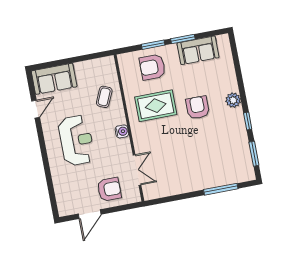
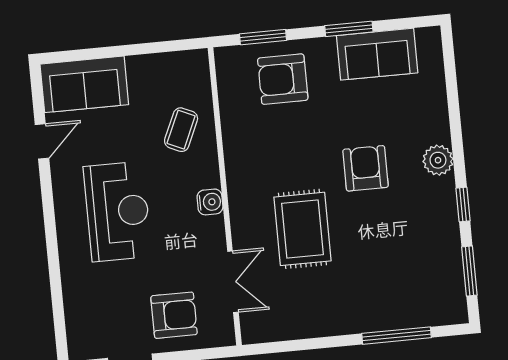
window: (153, 45) -> (263, 37), moved
rug: (156, 106) -> (302, 229), moved, turned 90

